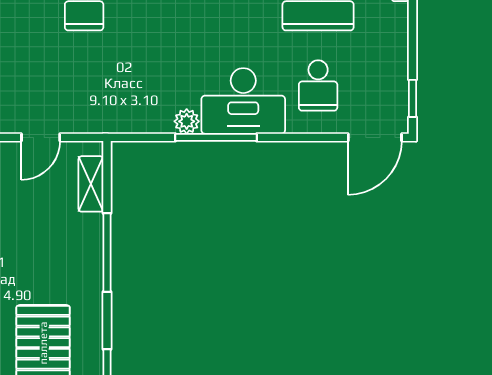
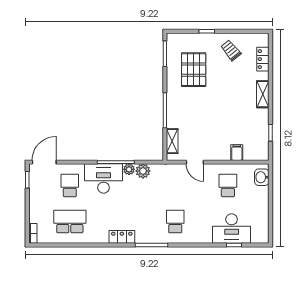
plant: (156, 118) -> (143, 171), added
door: (41, 137) -> (195, 162), swing flipped

